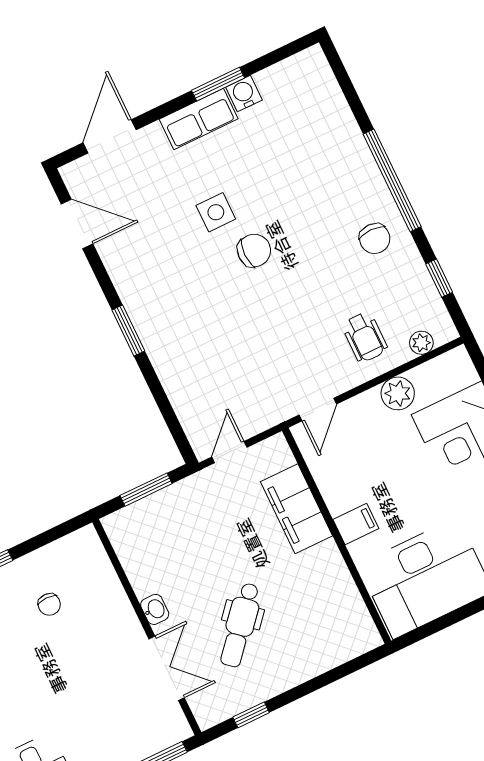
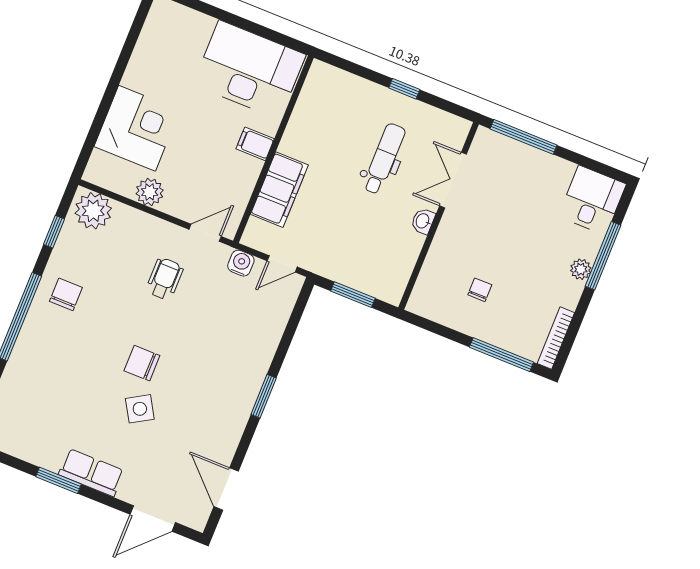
water cooler: (244, 94) -> (241, 263), moved, turned 180
side table: (216, 212) -> (140, 409), turned -31
wheelchair: (365, 337) -> (165, 279), moved
plant: (421, 343) -> (93, 211), width x1.88, depth x1.88
dental chair: (240, 625) -> (384, 159), turned -41
window: (251, 715) -> (404, 89), moved

